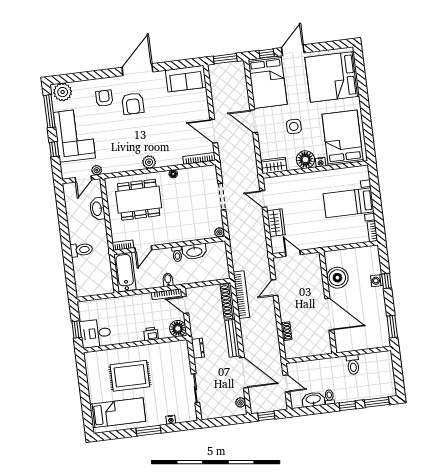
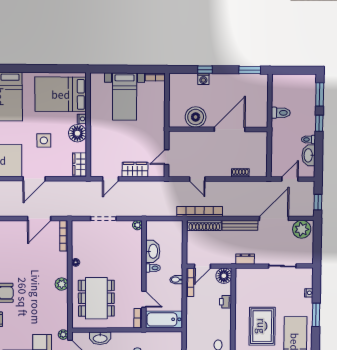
plant: (240, 402) -> (302, 229), width x1.87, depth x1.87

